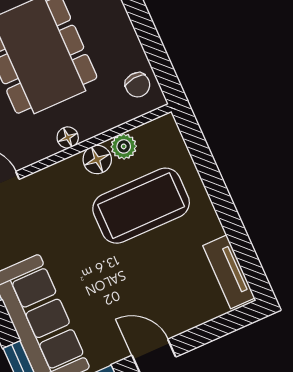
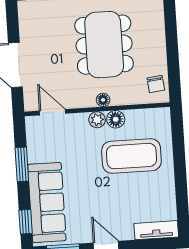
plant: (124, 146) -> (97, 120), moved
tv unit: (229, 272) -> (156, 230), moved, turned 90

